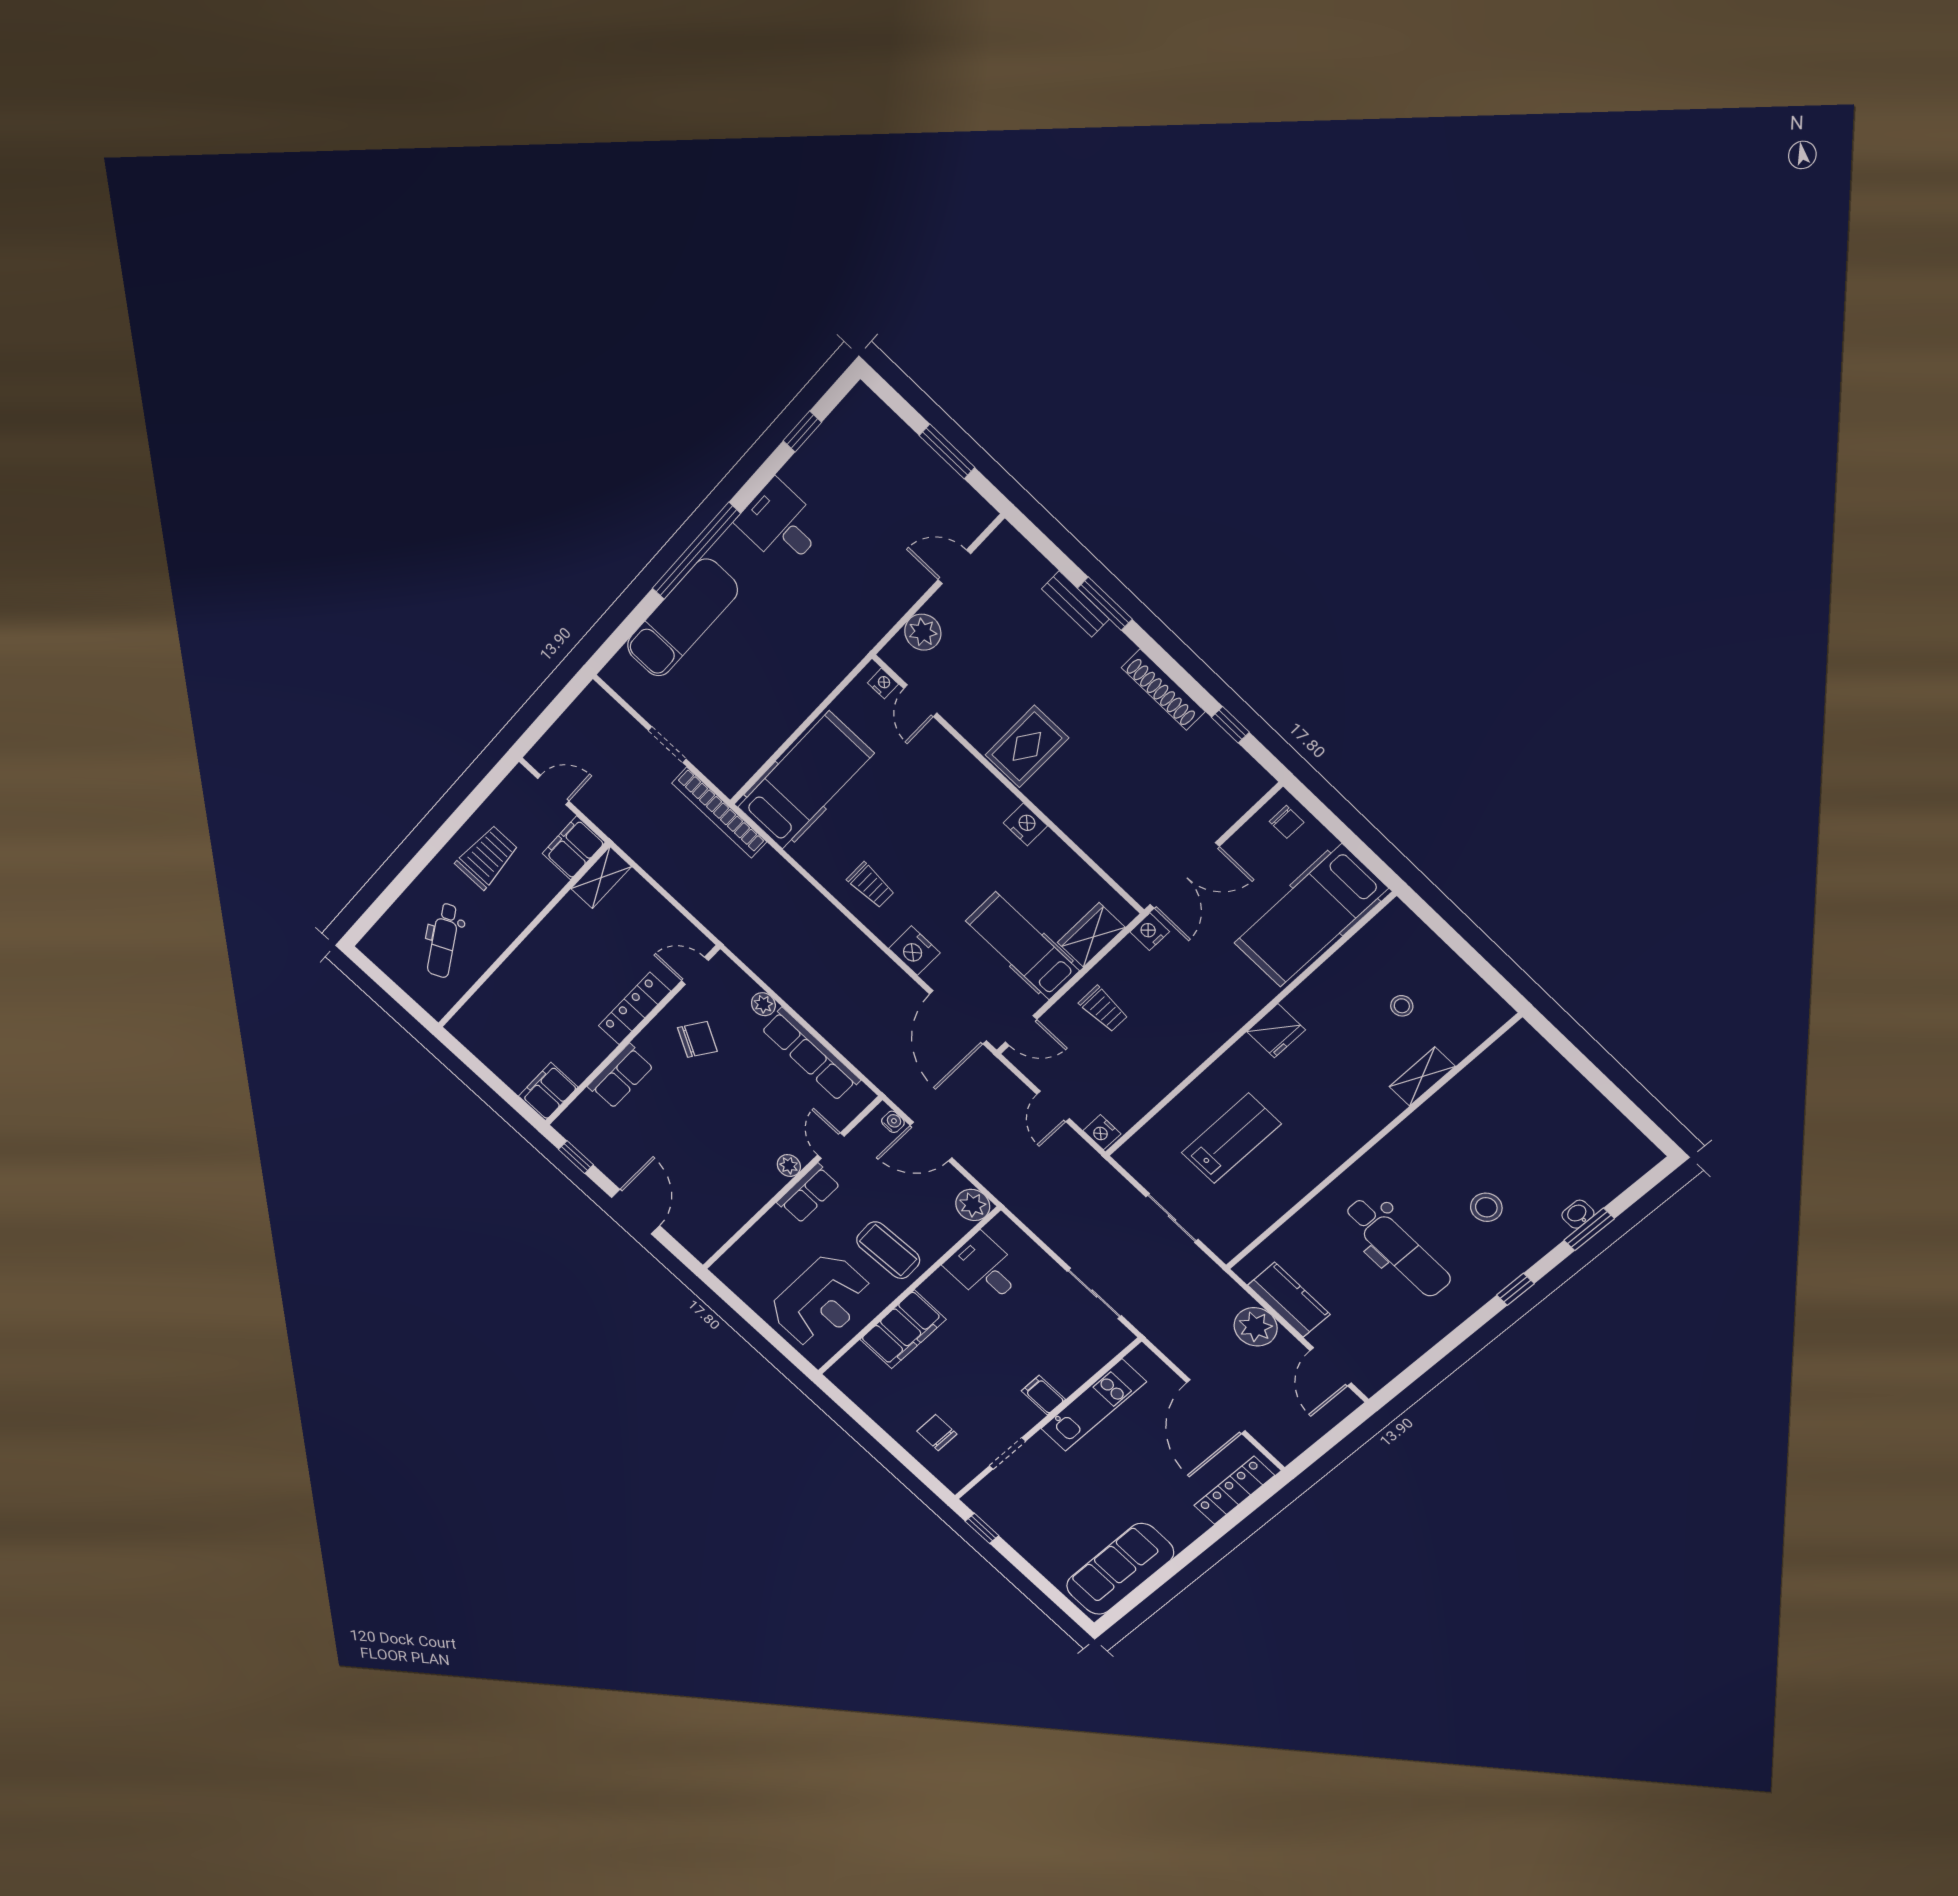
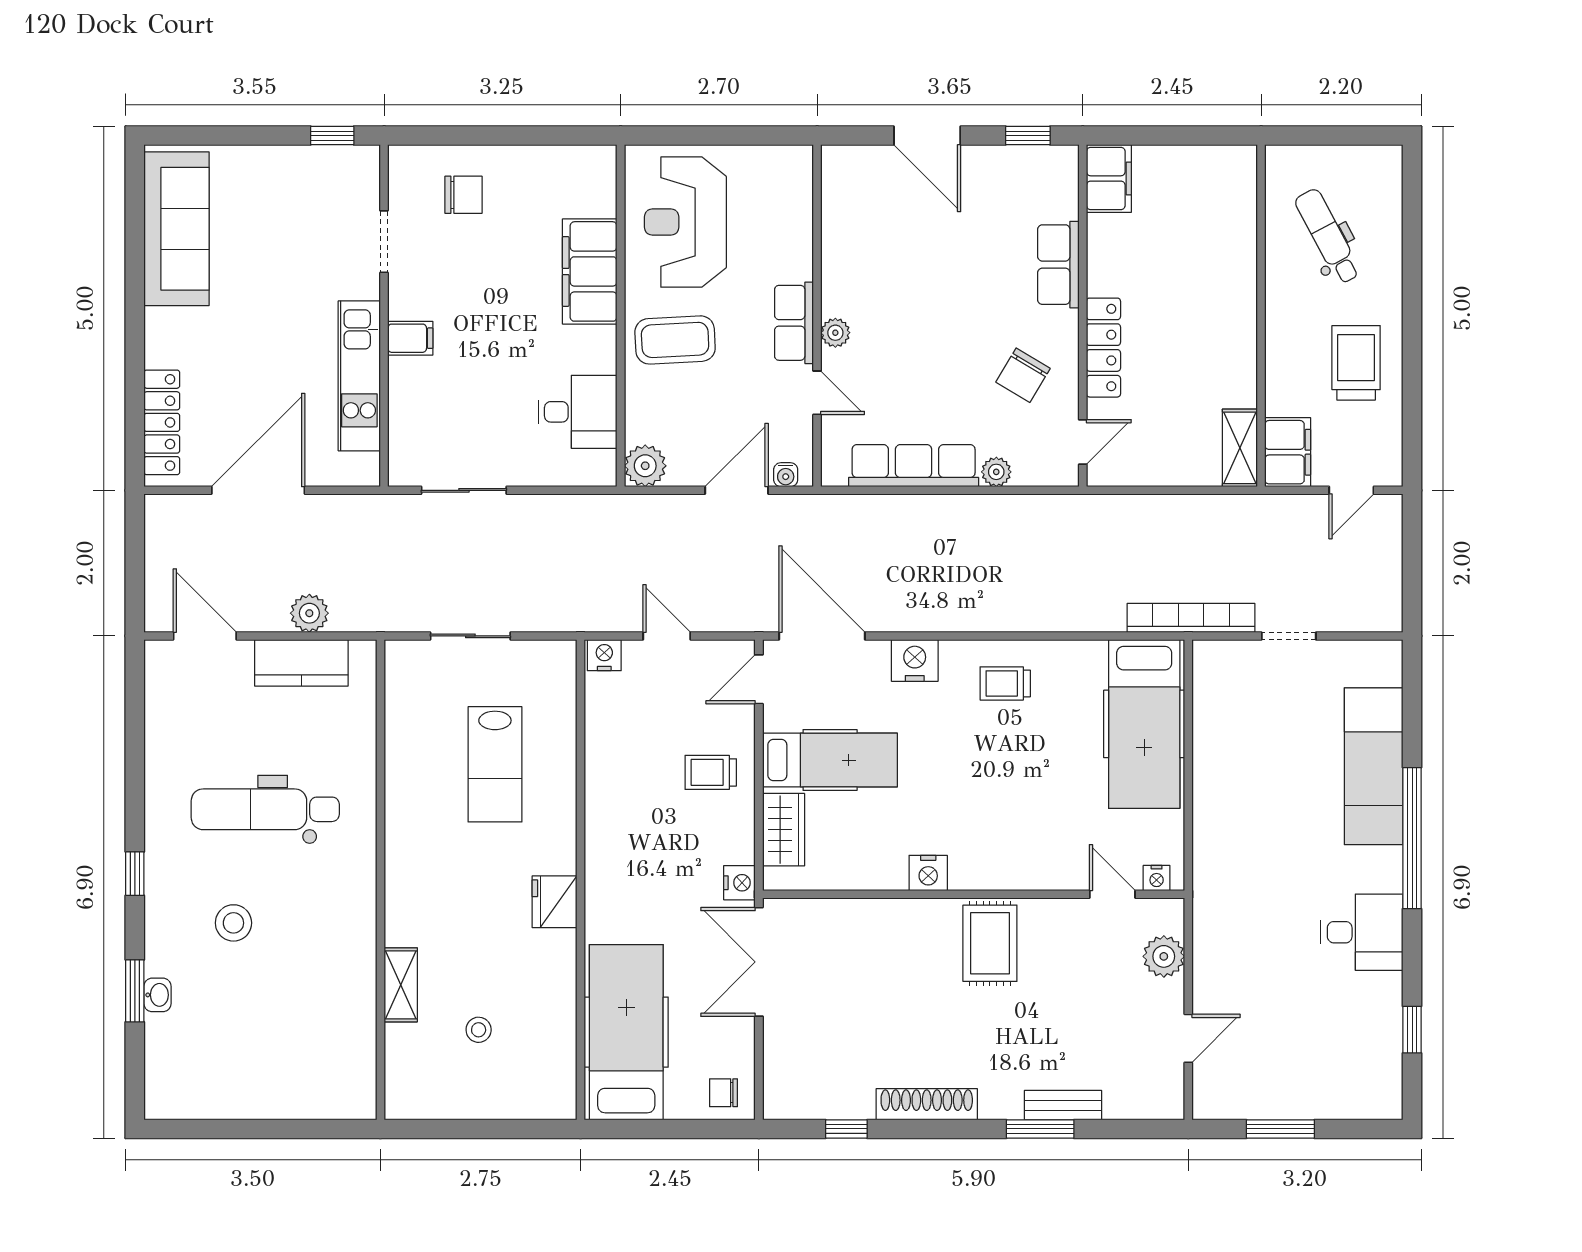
trolley: (487, 857) -> (1356, 363), turned 180
plant: (1256, 1327) -> (309, 613), width x0.73, depth x0.73
door: (1216, 1407) -> (258, 490), hinge flipped

